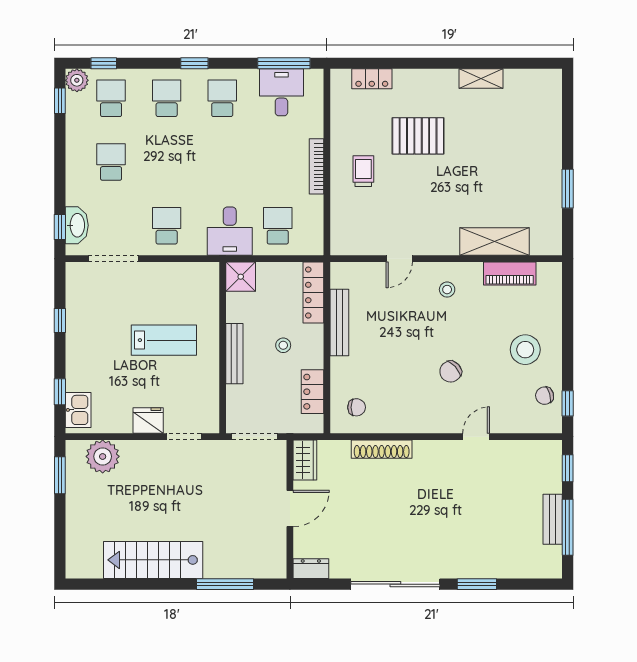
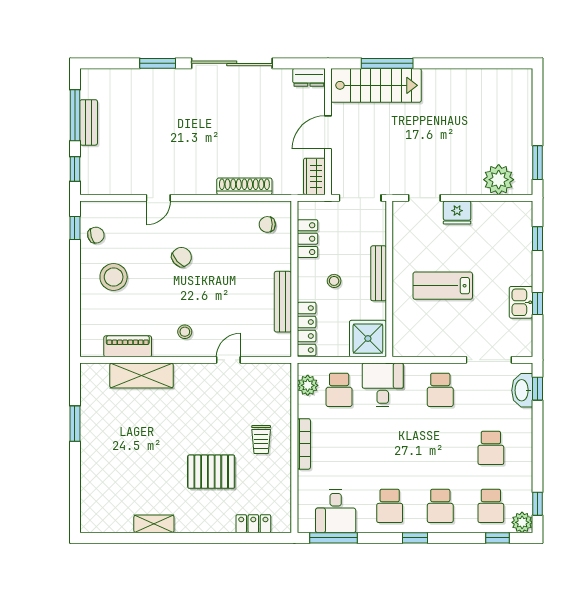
plant: (312, 231) -> (308, 385), added
shower: (241, 277) -> (368, 339), width x1.36, depth x1.36
kitchen sink: (78, 410) -> (521, 302), moved
stairs: (153, 560) -> (376, 85), moved

